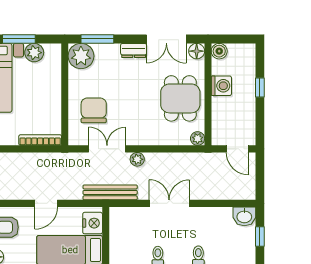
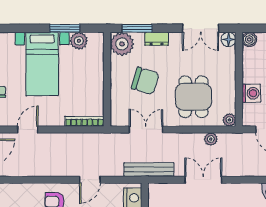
dresser: (134, 50) -> (157, 39), moved
washing machine: (221, 86) -> (251, 93), moved
dining table: (180, 98) -> (193, 97), moved
chair: (94, 110) -> (145, 81), moved, turned 107
plant: (137, 159) -> (211, 139), moved

